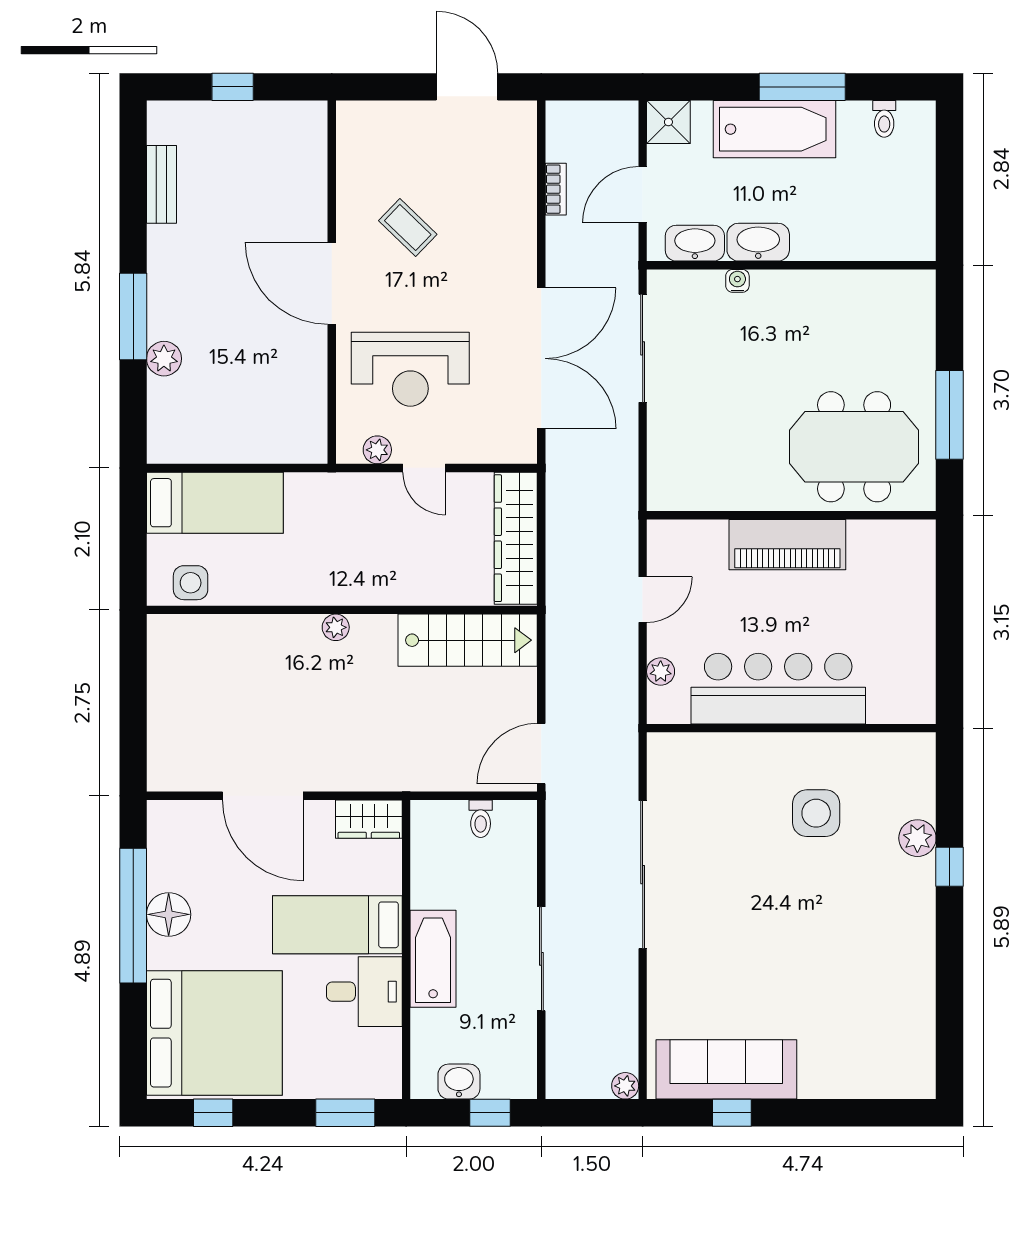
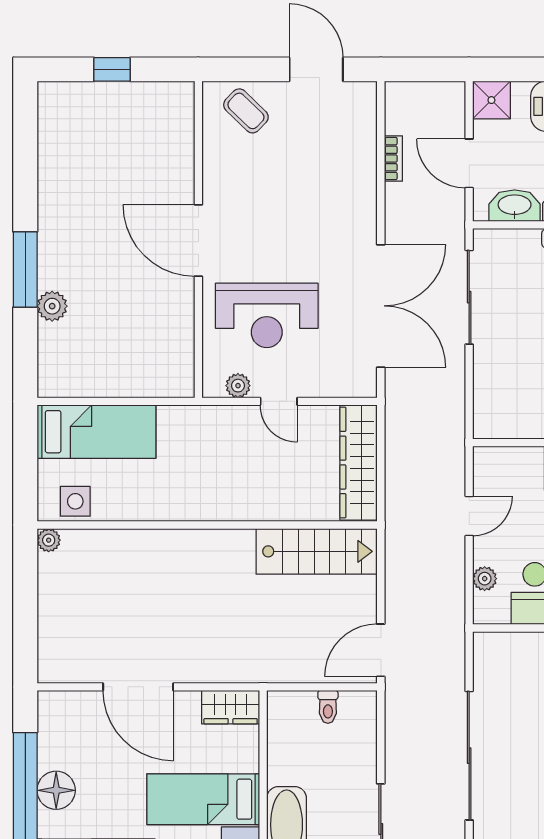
bench: (162, 184) -> (50, 154), removed
door: (643, 195) -> (469, 163), hinge flipped
coffee table: (408, 228) -> (246, 111), moved
plant: (336, 627) -> (49, 540), moved

